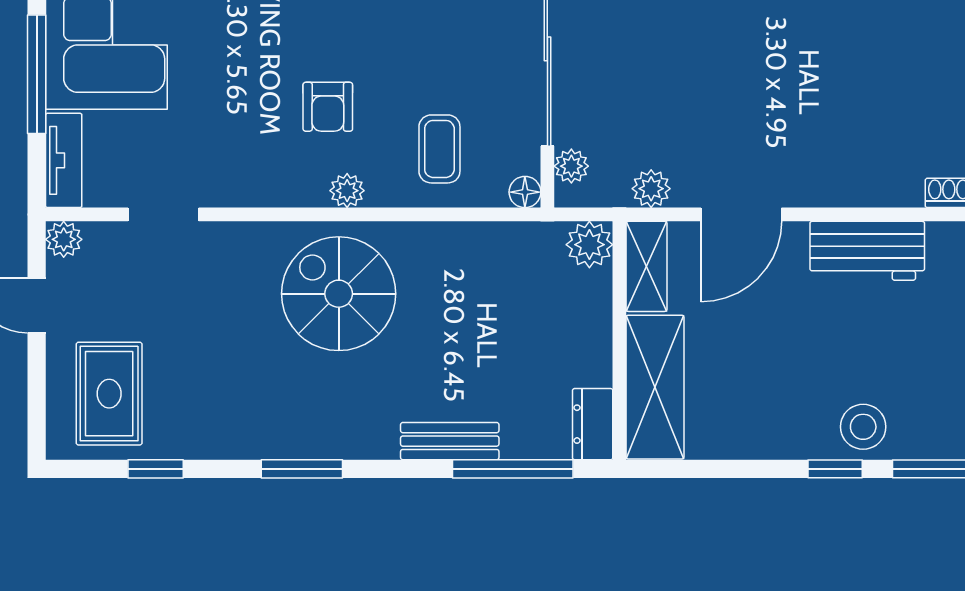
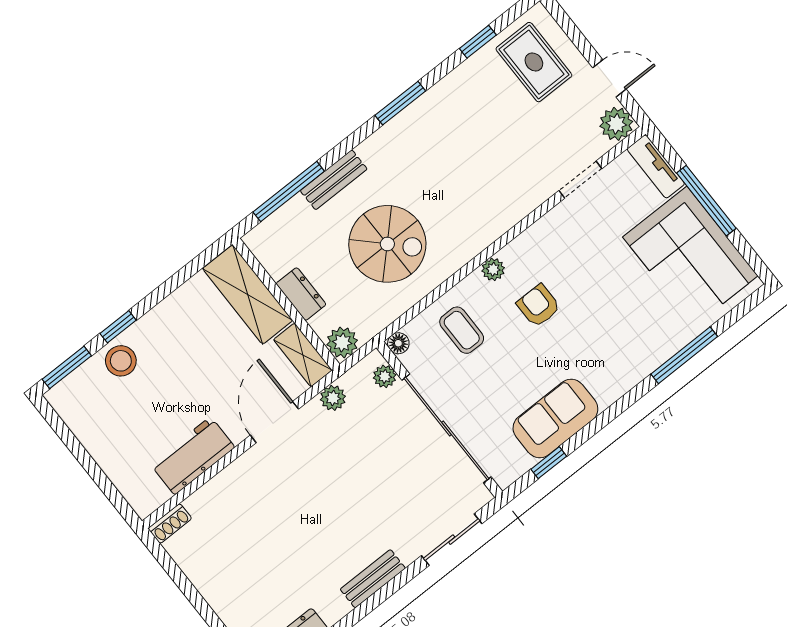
plant: (64, 239) -> (616, 124), width x1.38, depth x1.38
spiral stairs: (339, 294) -> (387, 244), moved
dresser: (593, 424) -> (301, 294), moved

